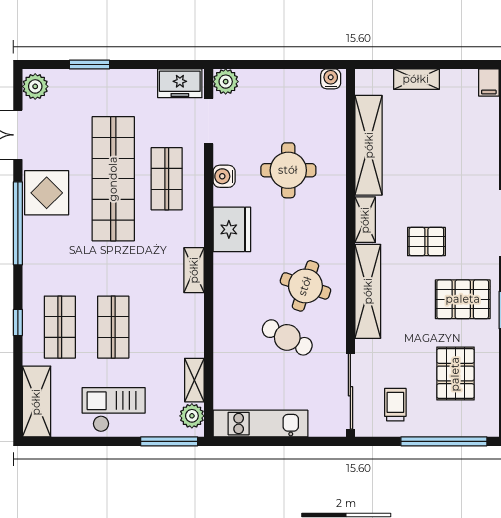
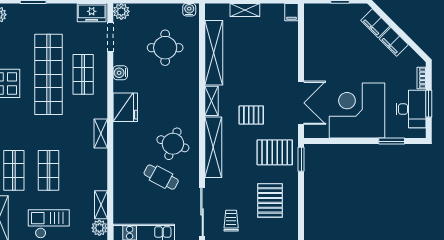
round table: (288, 170) -> (165, 48), moved

